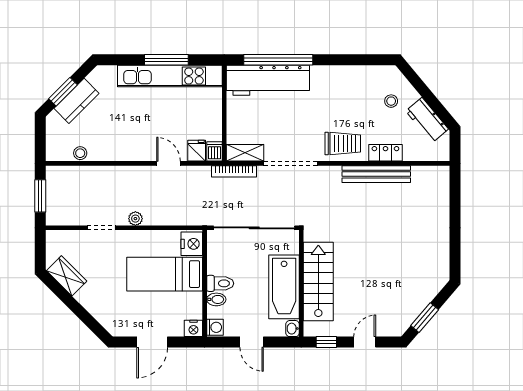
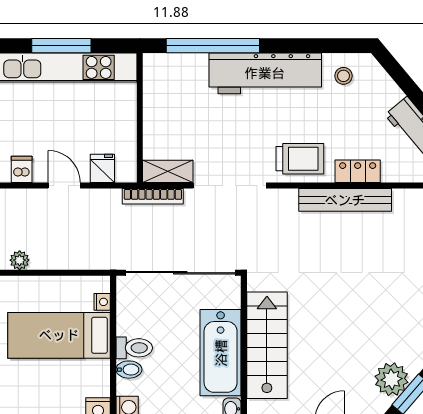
workbench: (268, 80) -> (265, 73), moved
stool: (391, 101) -> (344, 76), moved
dishwasher: (215, 151) -> (22, 169), moved
nightstand: (192, 244) -> (102, 302), width x0.53, depth x0.56
plant: (410, 307) -> (391, 379), added

